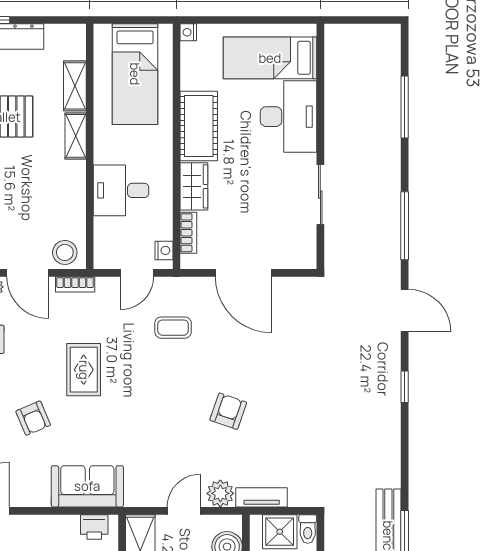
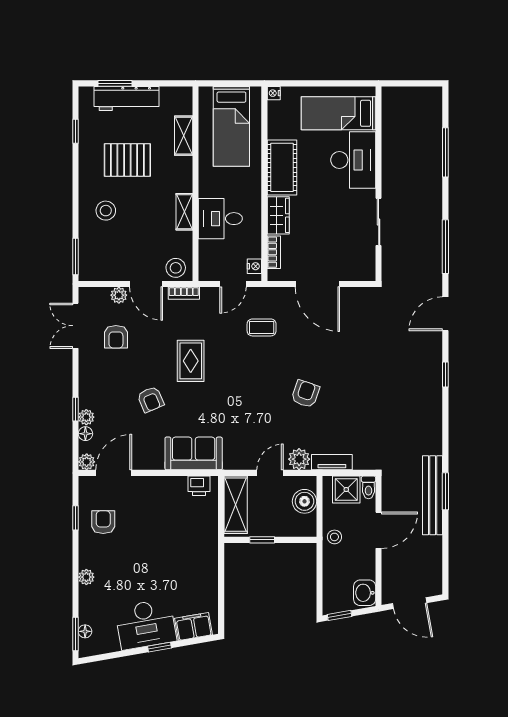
shelving: (76, 136) -> (184, 212), moved
door: (405, 310) -> (445, 314), swing flipped

